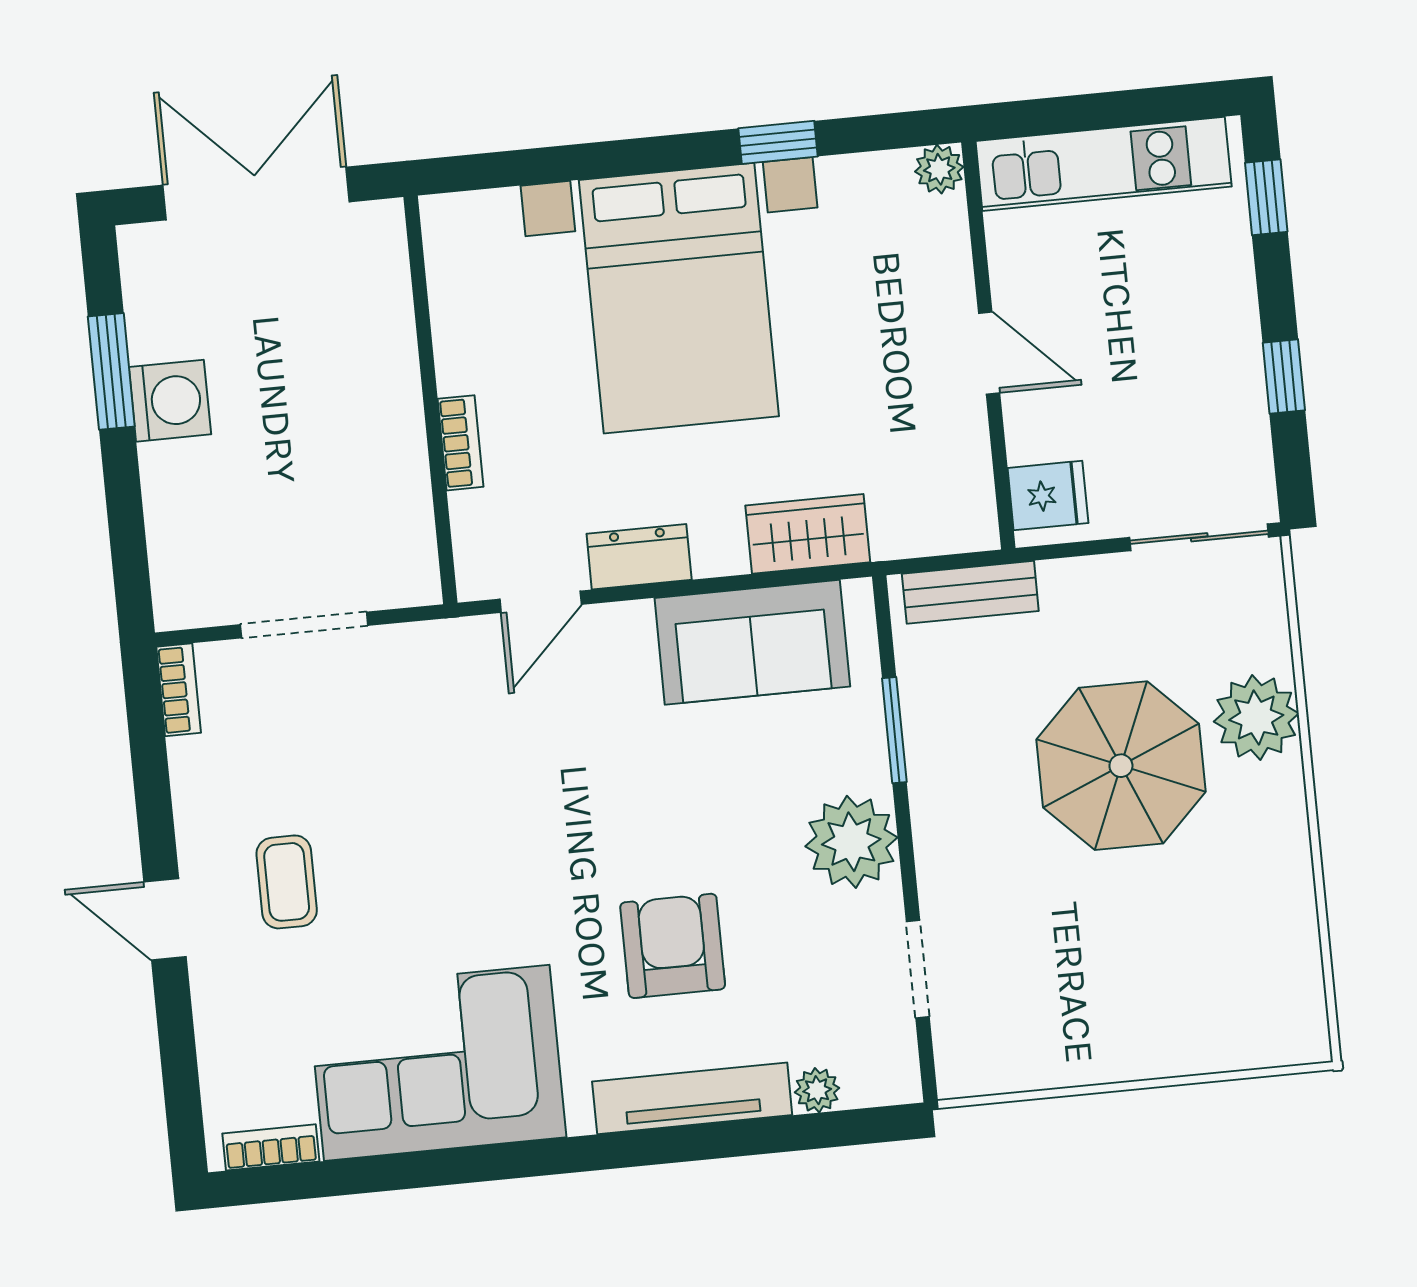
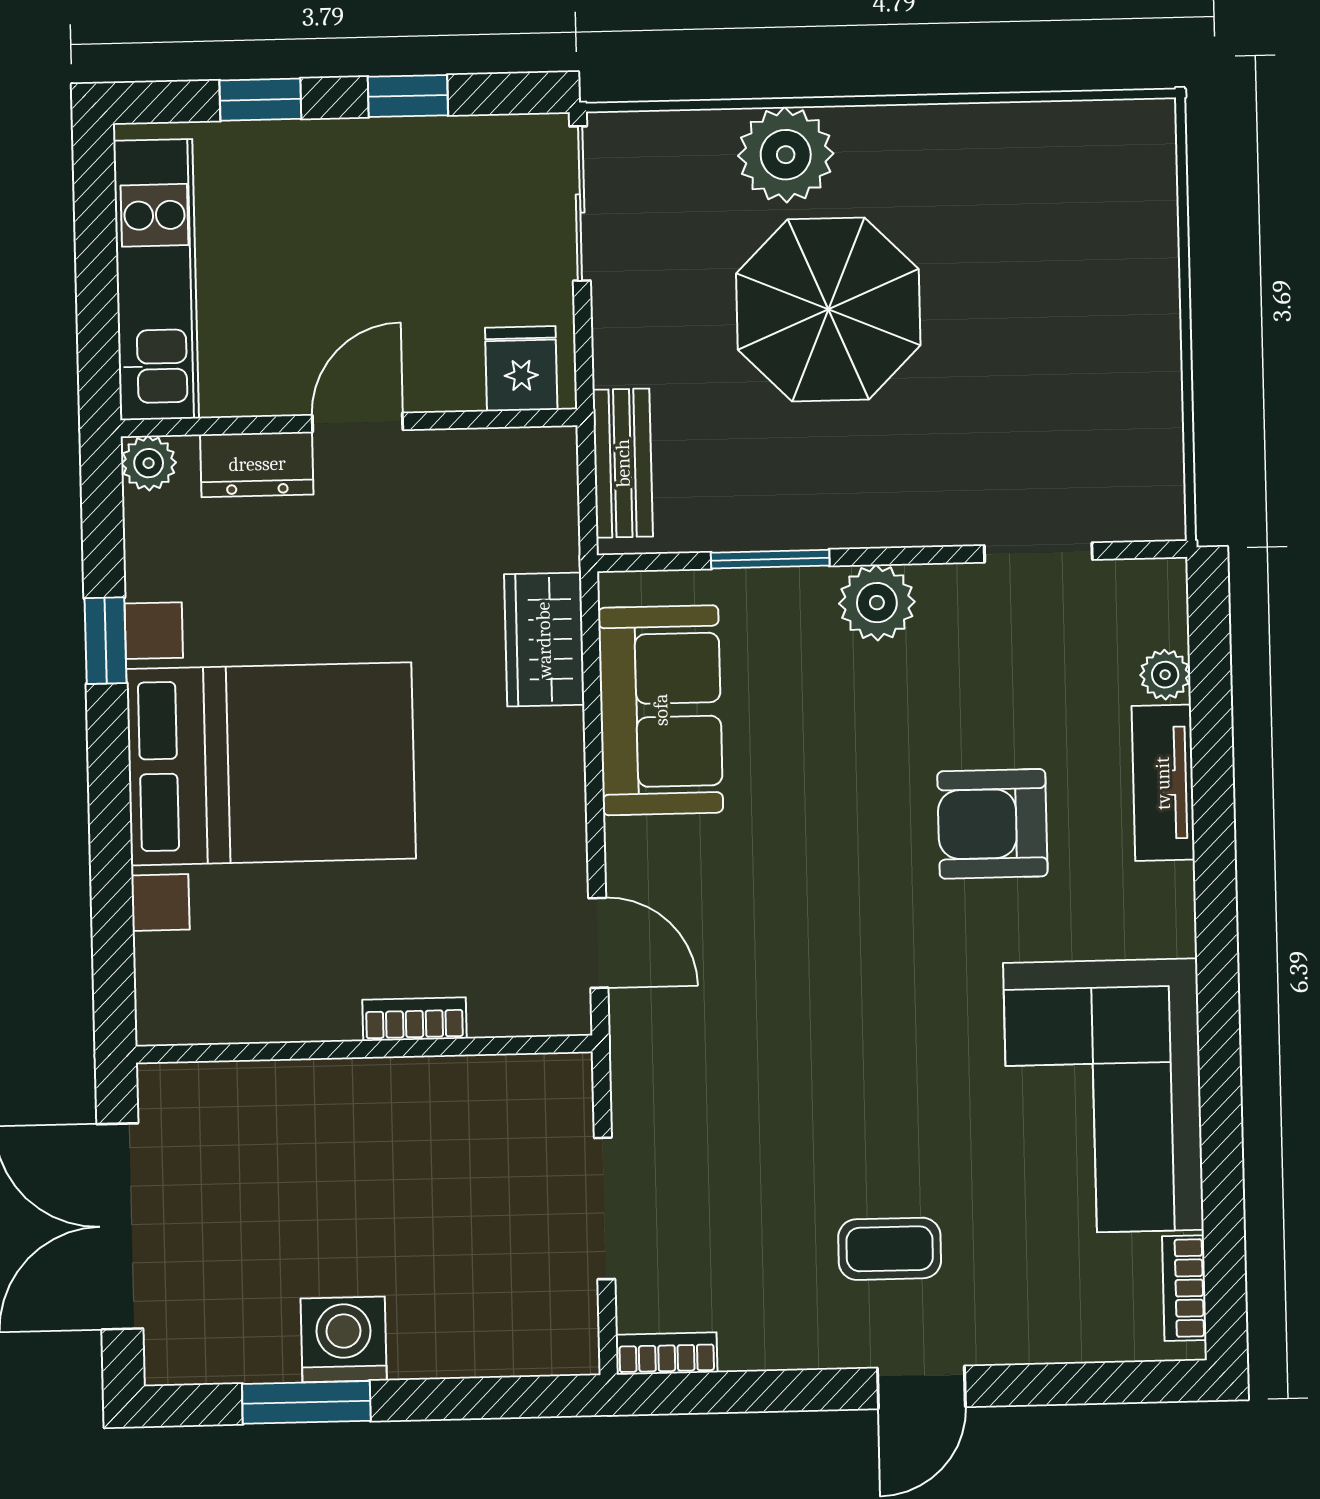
window: (1266, 197) -> (260, 100), moved
dresser: (639, 557) -> (257, 464), moved, turned -90
plant: (851, 842) -> (877, 603), width x0.73, depth x0.73
tv unit: (692, 1098) -> (1163, 783), width x0.71

